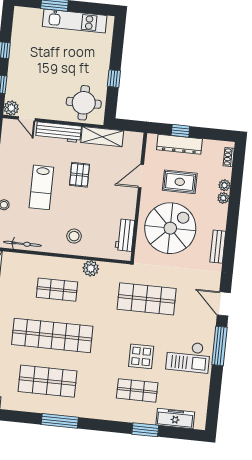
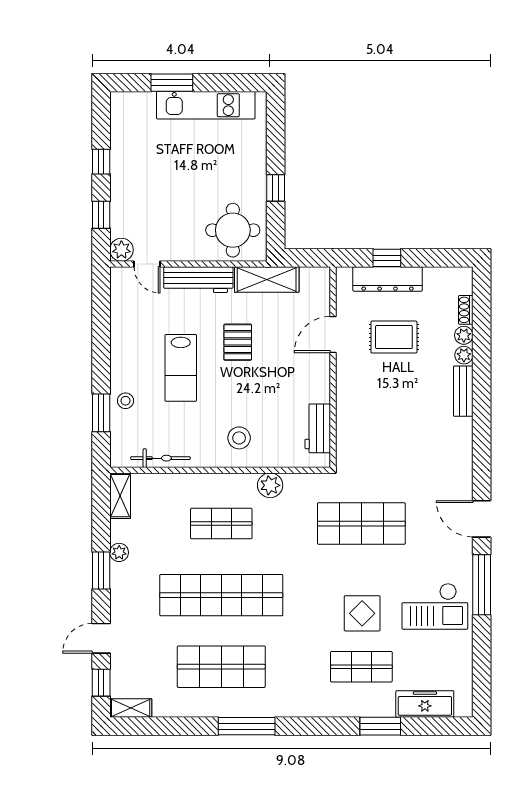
shoe rack: (229, 157) -> (466, 310), moved
spiral stairs: (170, 228) -> (387, 410), removed
bench: (218, 247) -> (463, 391), moved

